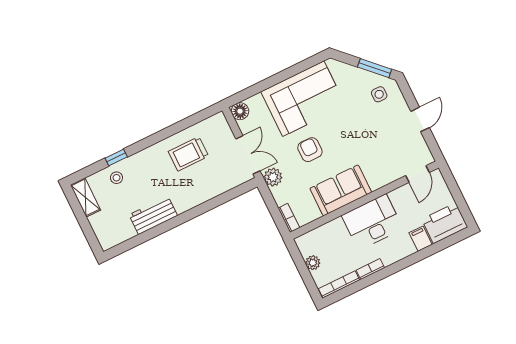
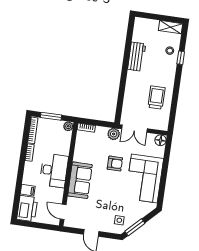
sofa: (341, 190) -> (80, 180), moved
plant: (313, 263) -> (68, 126), moved
window: (305, 273) -> (51, 116), added

